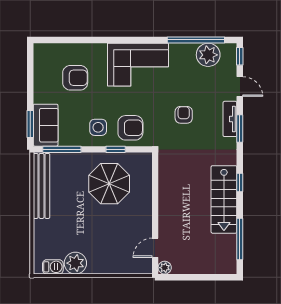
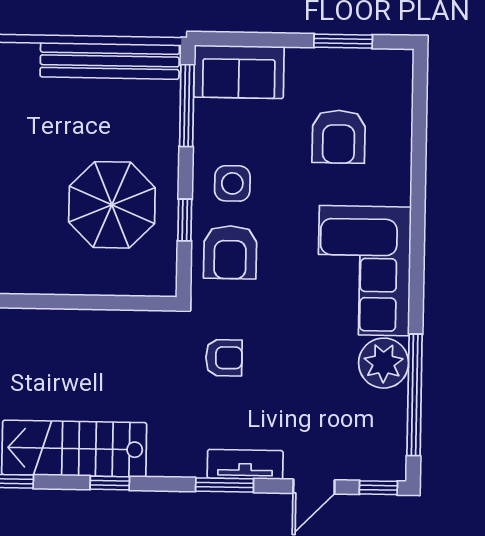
plant: (208, 55) -> (384, 363), moved
armchair: (184, 115) -> (224, 358), moved
window: (30, 124) -> (343, 41), moved

